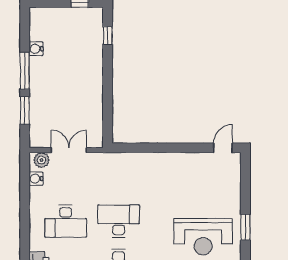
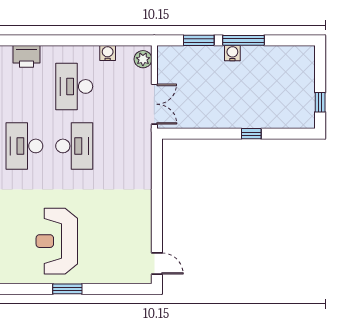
window: (108, 35) -> (251, 134), moved
water cooler: (36, 49) -> (232, 53), moved
double door: (69, 150) -> (154, 104), moved
water cooler: (36, 179) -> (108, 53), moved

